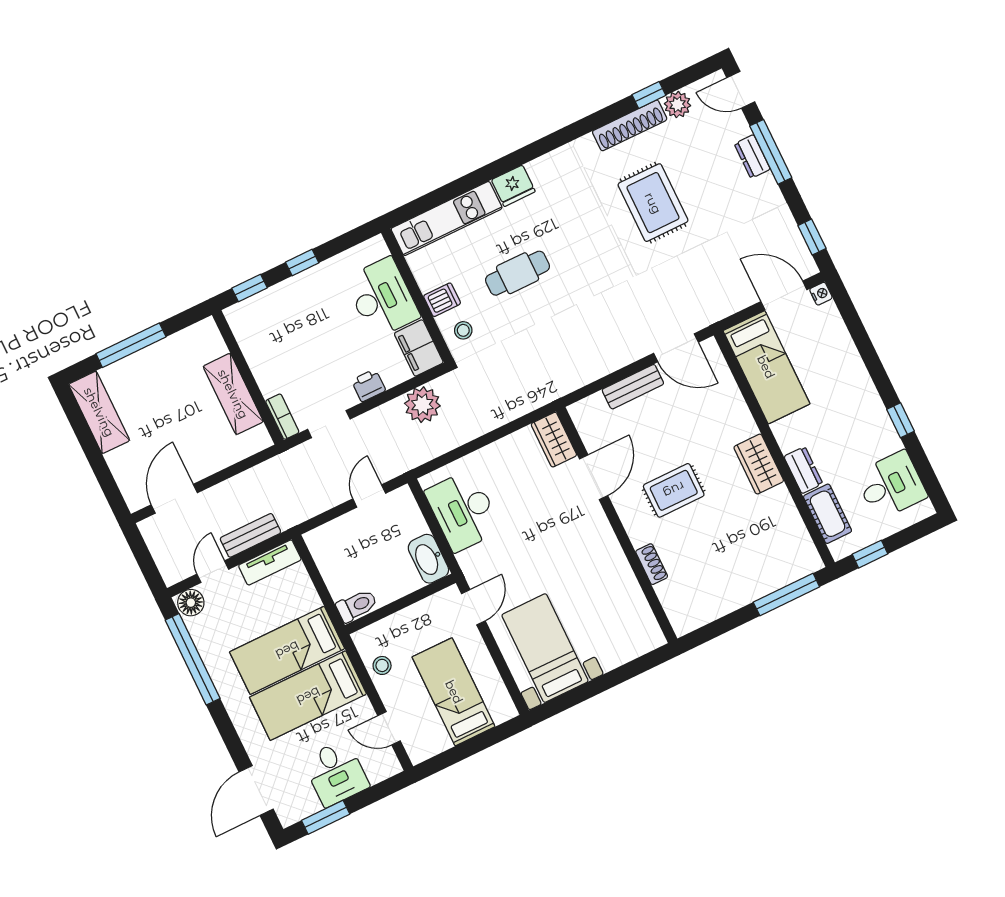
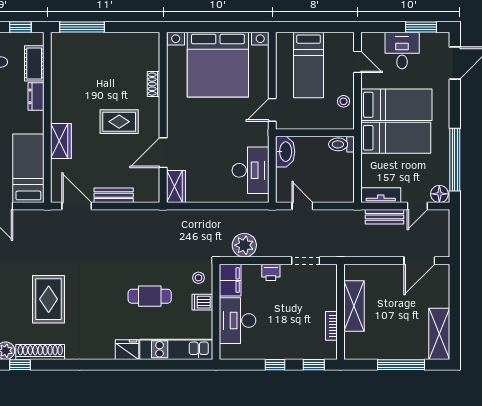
bookcase: (282, 417) -> (331, 326), moved
wardrobe: (759, 464) -> (61, 141), moved
door: (369, 496) -> (302, 206), swing flipped
bed with nightstands: (545, 648) -> (218, 65), width x1.85

